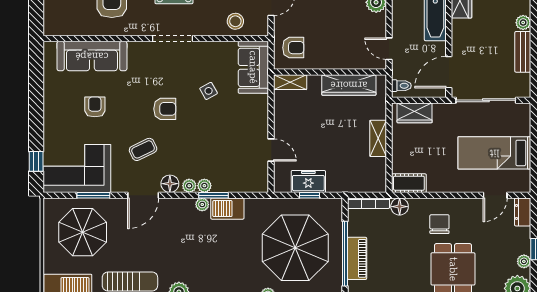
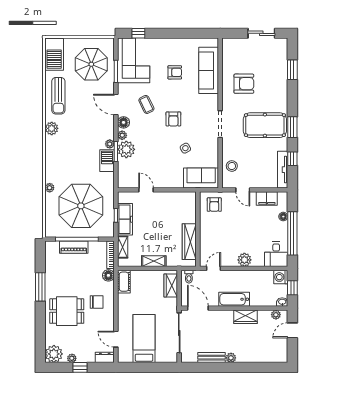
shelving: (290, 82) -> (123, 247), moved
door: (271, 150) -> (146, 190), swing flipped
freezer: (308, 181) -> (125, 219), width x1.40
plant: (204, 186) -> (126, 149), width x1.87, depth x1.87

